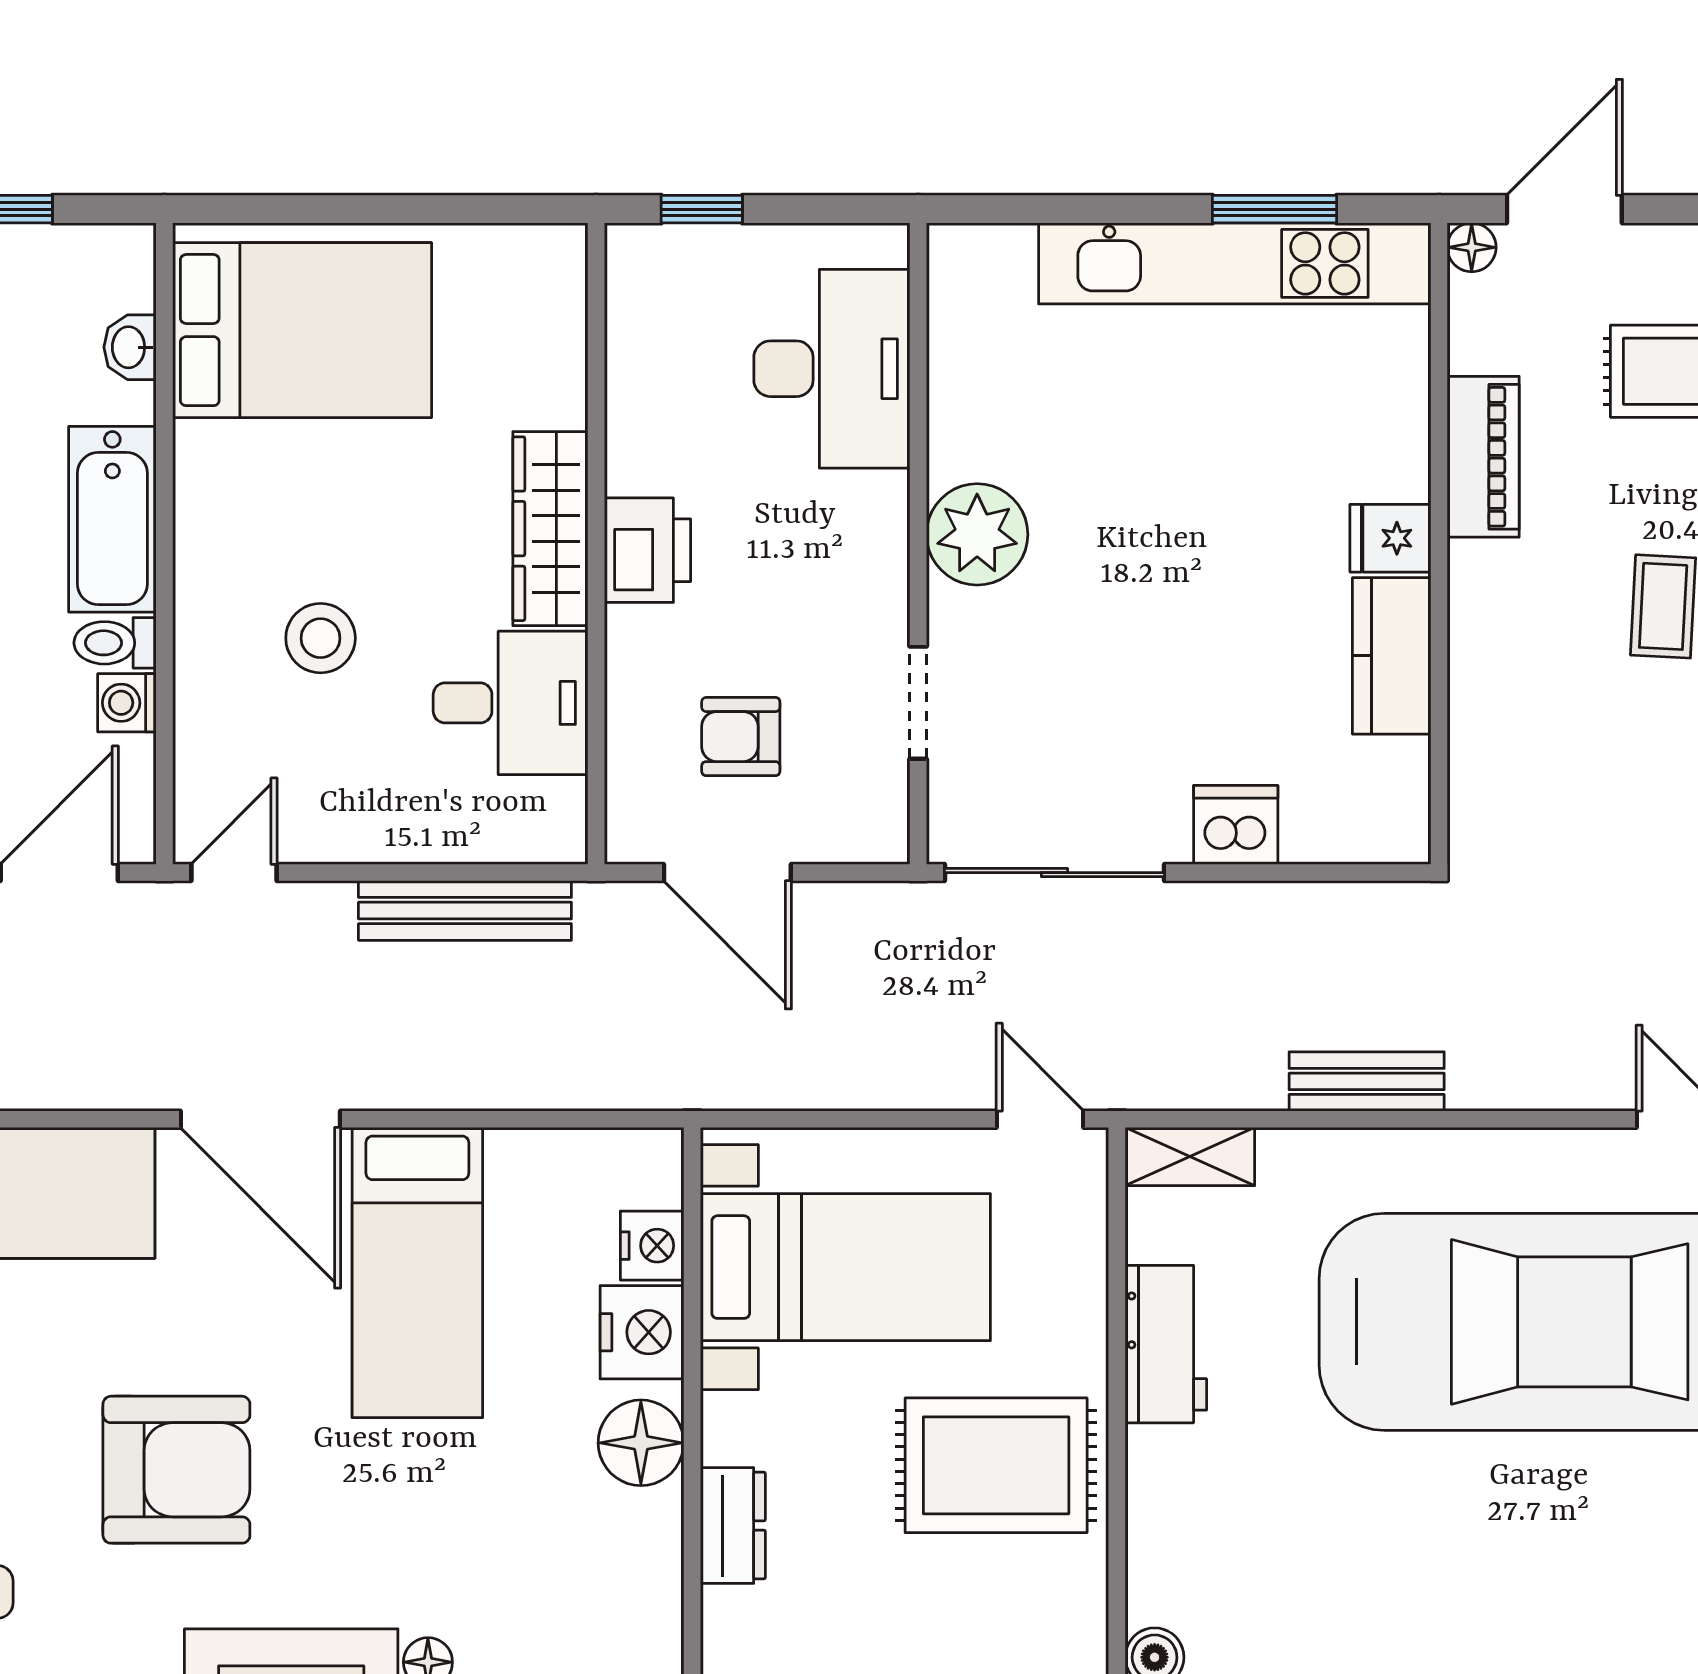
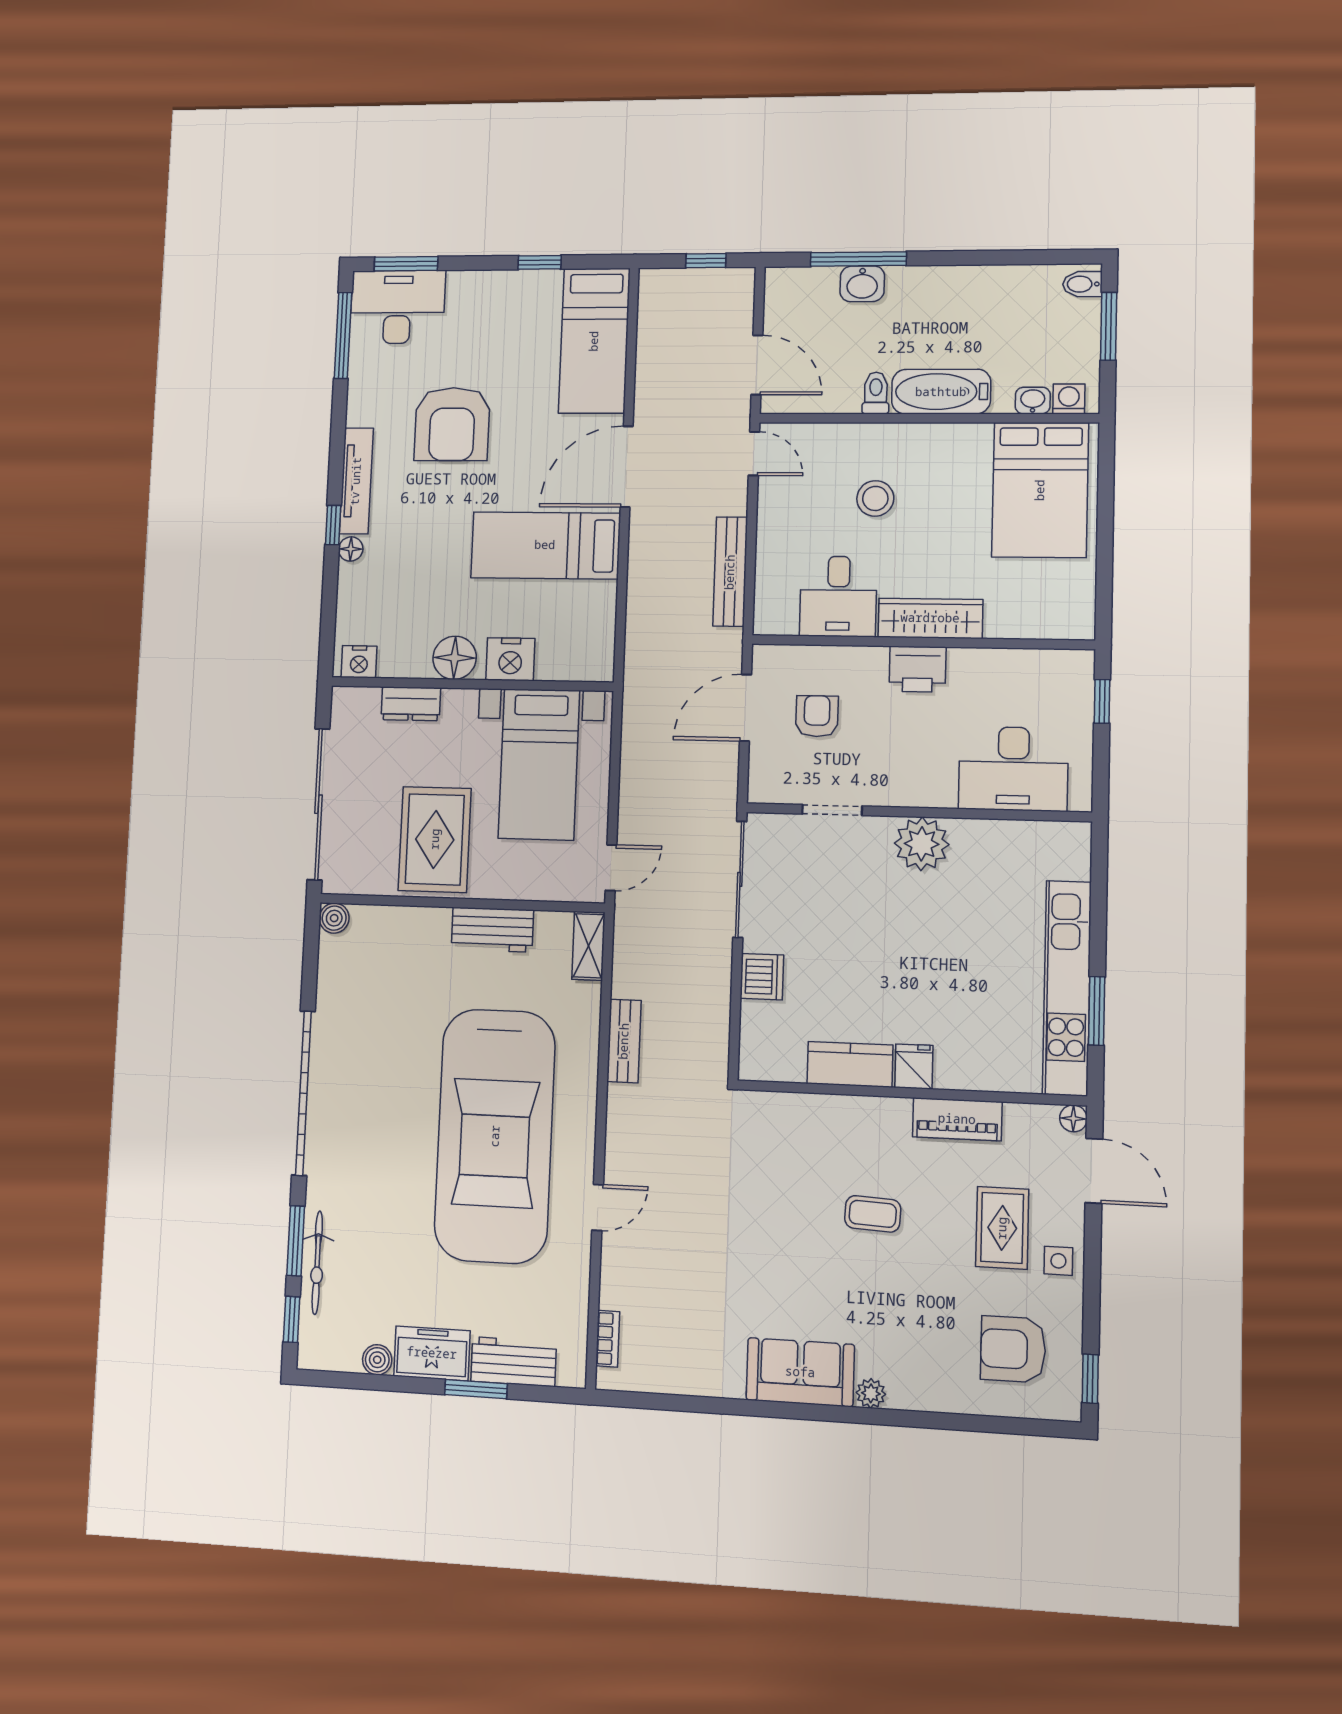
washing machine: (127, 703) -> (1069, 399), moved
nightstand: (652, 1246) -> (359, 662), moved

